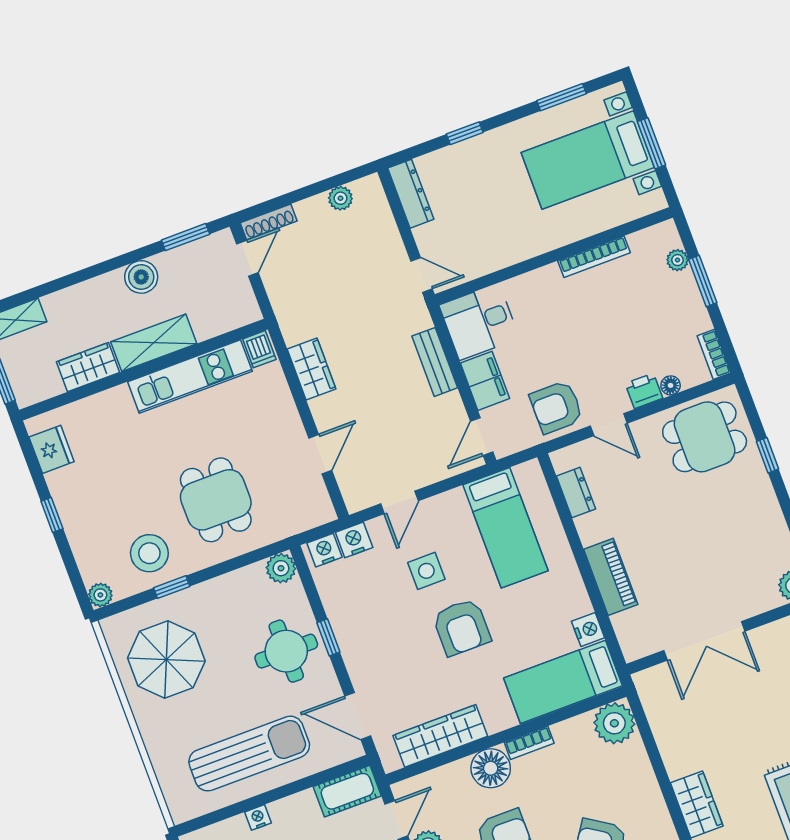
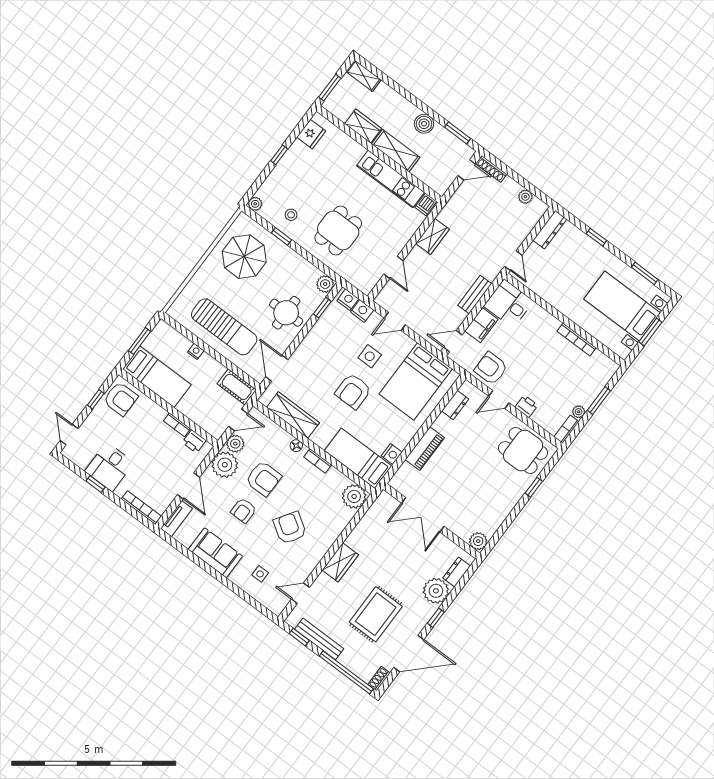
plant: (677, 260) -> (579, 412), moved
floor lamp: (671, 385) -> (538, 418), removed
door: (609, 425) -> (499, 400), hinge flipped
door: (320, 454) -> (394, 267), hinge flipped
bed: (506, 528) -> (416, 381), width x1.50
stool: (149, 553) -> (291, 215), width x0.53, depth x0.53
window: (328, 637) -> (322, 308), moved
floor lamp: (491, 768) -> (296, 446), width x0.53, depth x0.53

